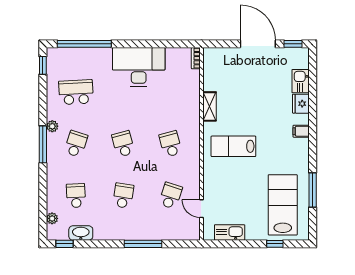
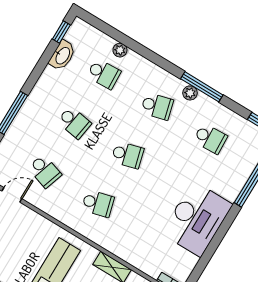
school desk: (76, 92) -> (210, 139), width x0.54
window: (43, 144) -> (202, 87), moved
school desk: (76, 144) -> (157, 106), turned -33
plant: (52, 218) -> (120, 50), moved

